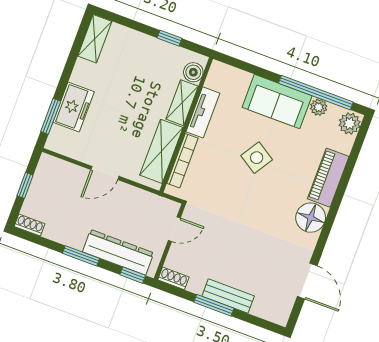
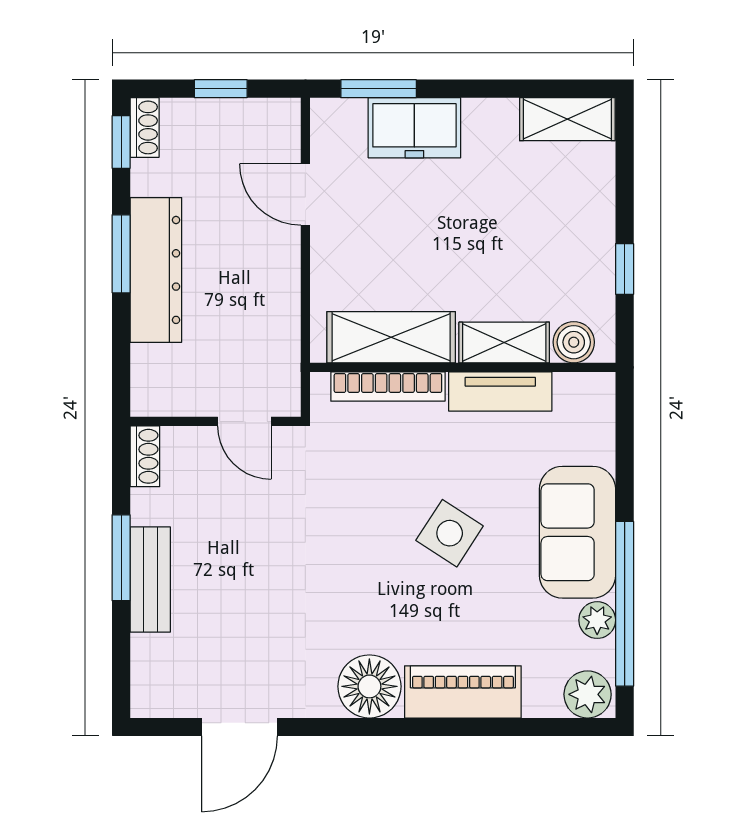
door: (105, 173) -> (305, 194), moved
dresser: (118, 252) -> (156, 270), moved
window: (133, 275) -> (121, 142), moved

